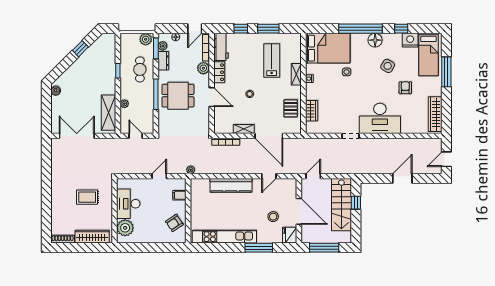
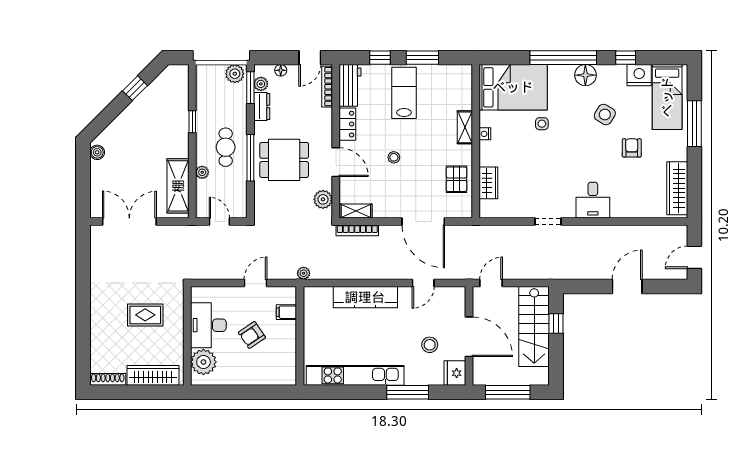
lab bench: (272, 61) -> (404, 93), moved
plant: (203, 68) -> (323, 199), moved
cafe table: (140, 69) -> (226, 147), moved
desk: (380, 118) -> (593, 200), width x0.53, depth x0.77
shelving: (244, 129) -> (356, 211), moved
armchair: (174, 223) -> (252, 335), moved

